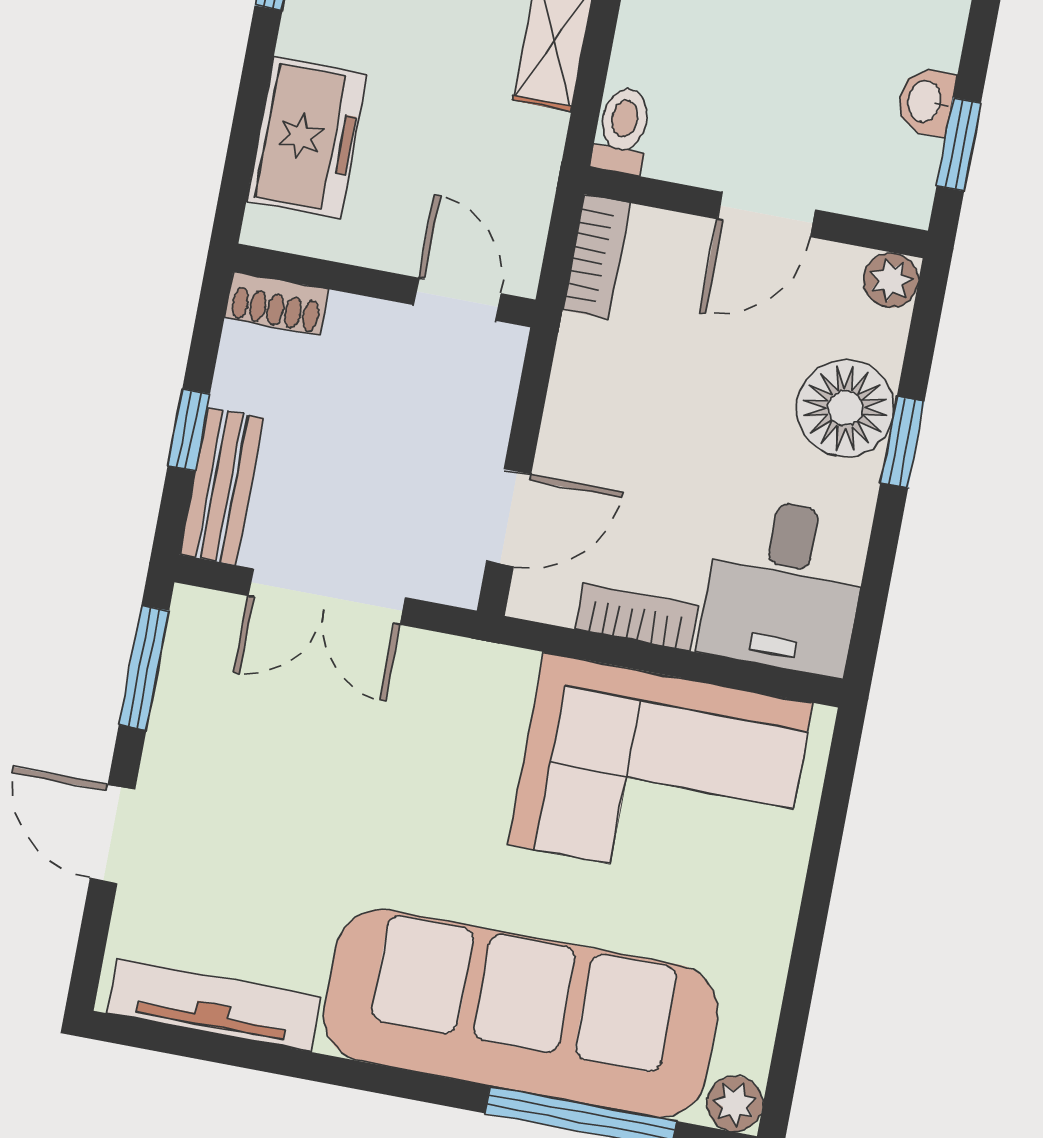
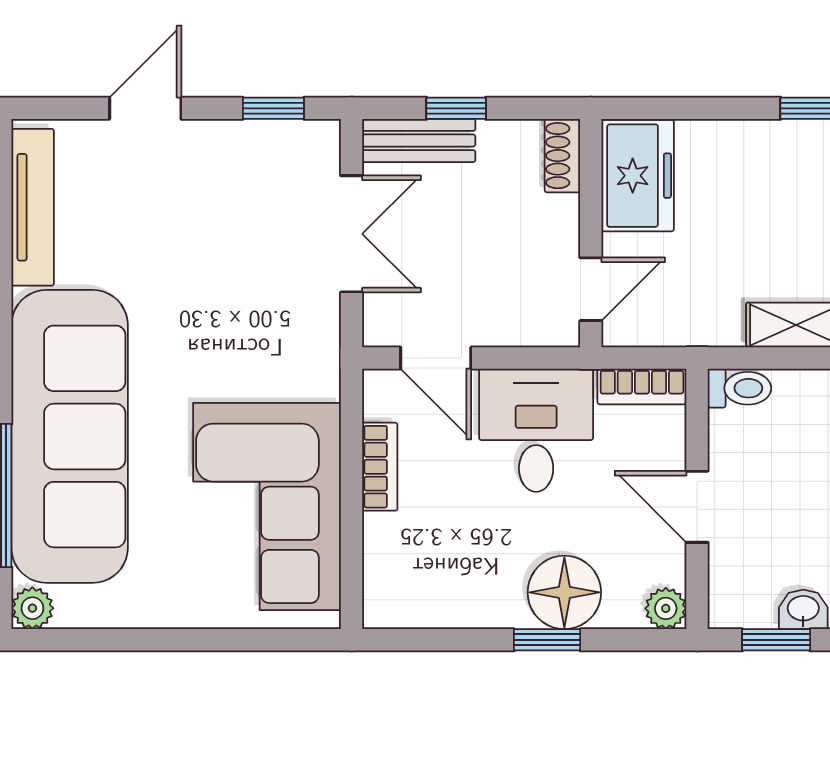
freezer: (307, 138) -> (638, 176), moved, turned -90
desk: (784, 586) -> (536, 430), moved, turned 90
double door: (327, 597) -> (352, 234), swing flipped
window: (144, 668) -> (273, 108), width x0.67

